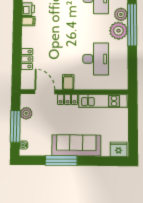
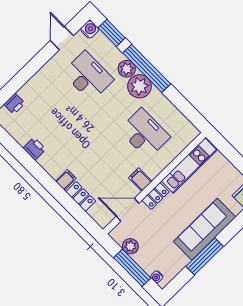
filing cabinet: (28, 21) -> (66, 180), moved

